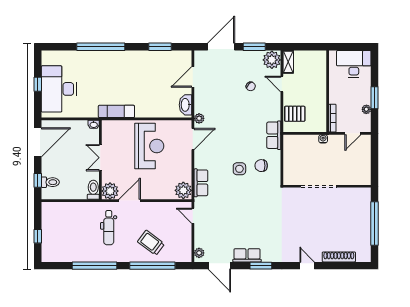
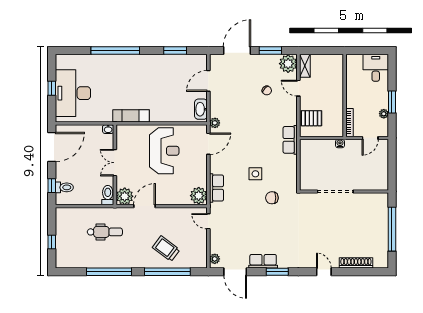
desk: (354, 64) -> (376, 68), width x0.73
chair: (261, 166) -> (272, 198), moved
dental chair: (109, 228) -> (105, 232), moved, turned -90

